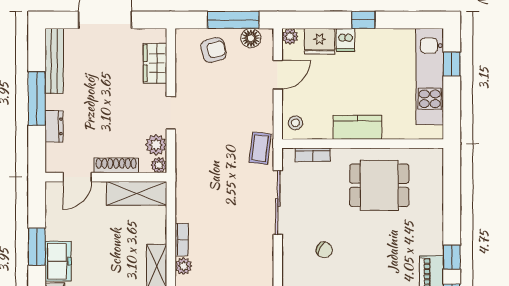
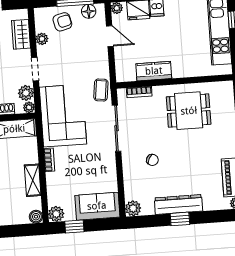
door: (278, 75) -> (110, 36), hinge flipped
stool: (295, 123) -> (125, 70), removed
kitchen counter: (357, 127) -> (154, 71), moved
corner sofa: (205, 180) -> (63, 116), added
plant: (184, 266) -> (42, 39), moved

